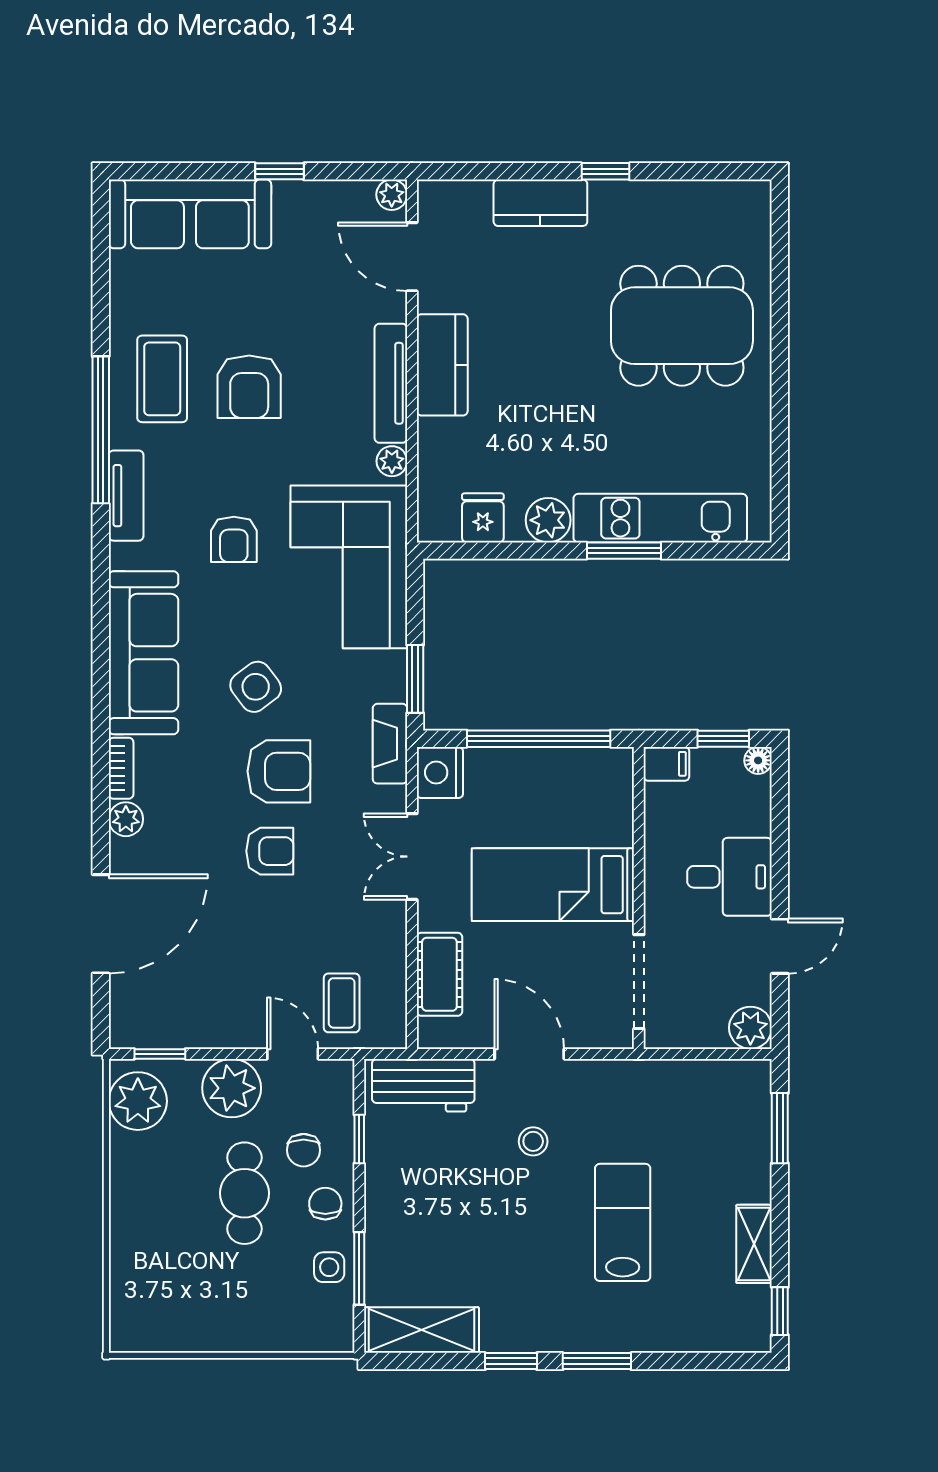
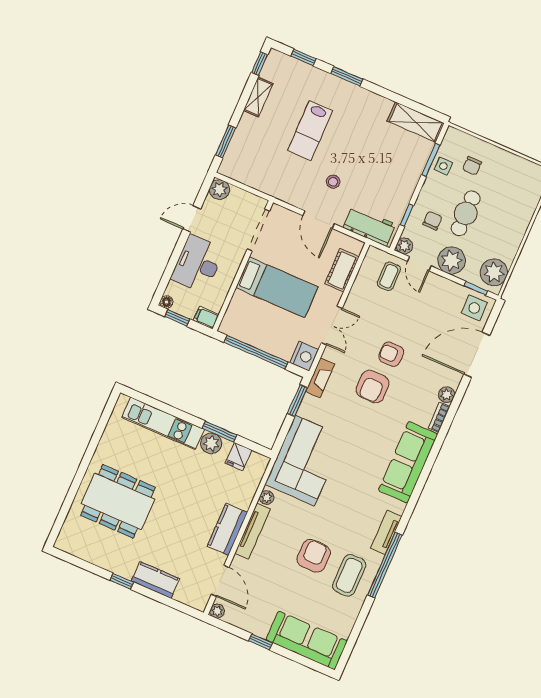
armchair: (234, 539) -> (349, 494), removed
window: (624, 551) -> (219, 432), moved
side table: (256, 687) -> (474, 308), moved, turned 37
armchair: (279, 771) -> (373, 387), turned -90
desk: (730, 877) -> (198, 264), width x1.37
plant: (337, 1076) -> (404, 246), added
chair: (325, 1204) -> (472, 166), moved
window: (511, 1361) -> (303, 57), moved

